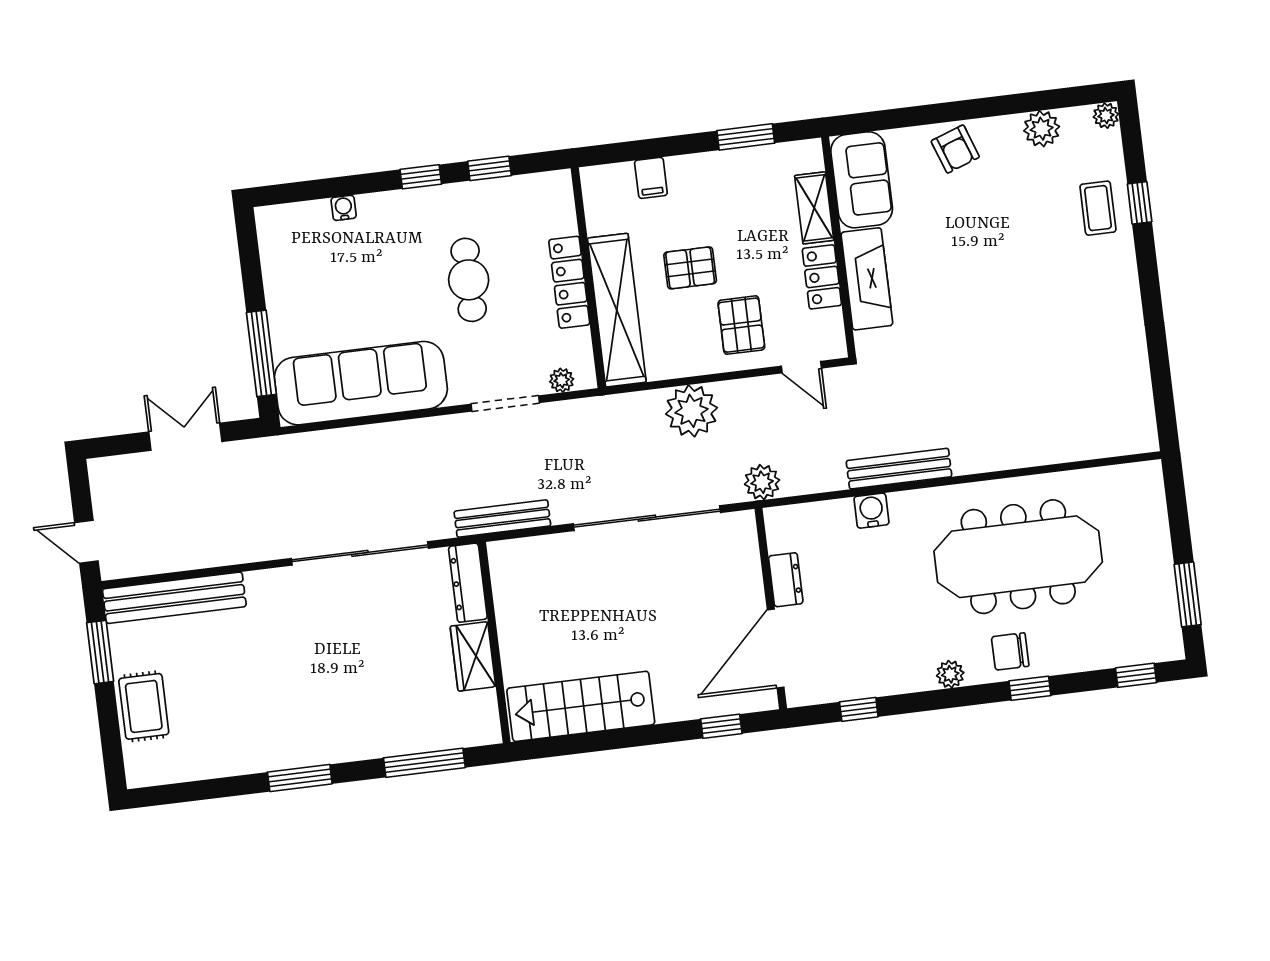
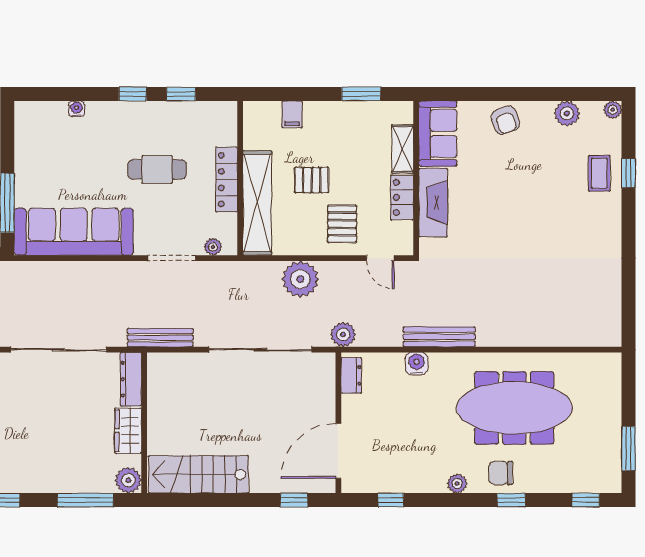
cafe table: (469, 280) -> (157, 169), turned 90
dresser: (786, 580) -> (351, 375), moved
plant: (482, 727) -> (128, 480), added

